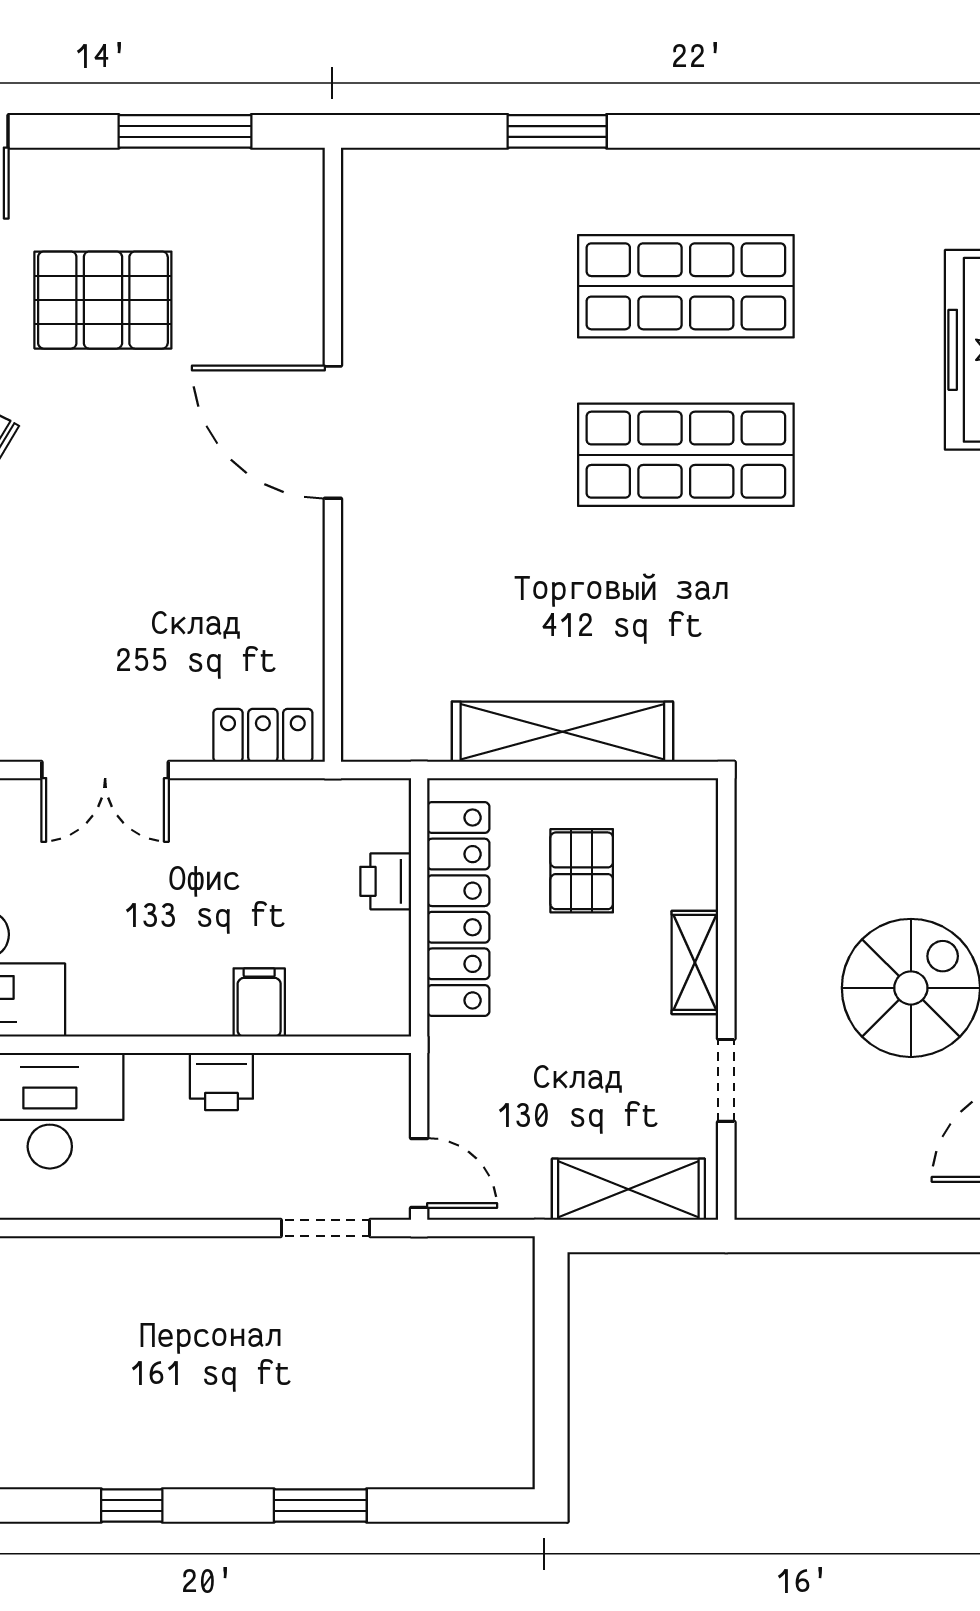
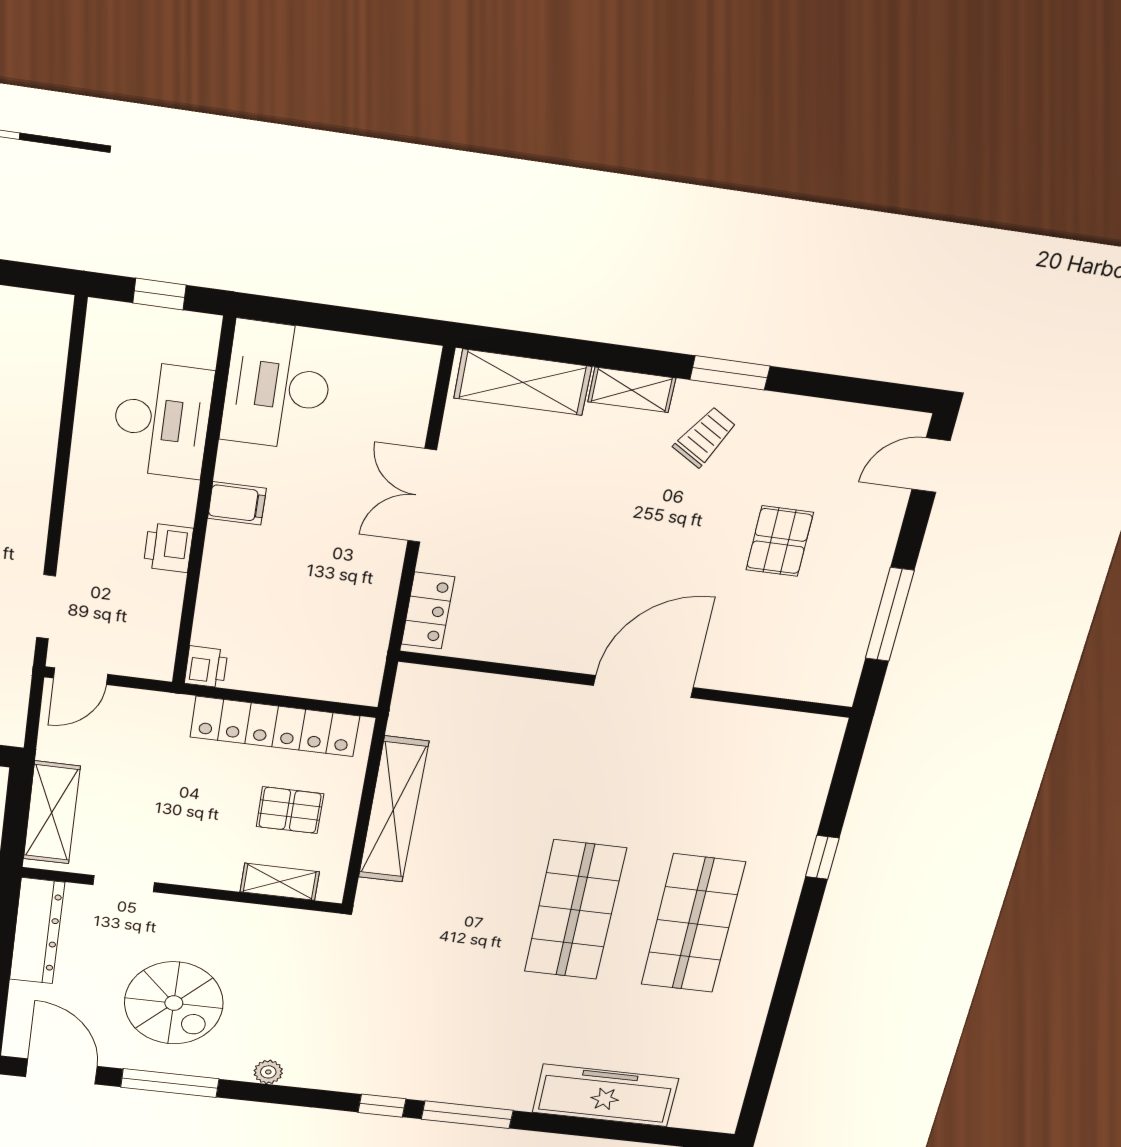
window: (557, 131) -> (822, 857), width x0.67
pallet: (103, 300) -> (780, 541), width x0.67, depth x0.71
printer: (386, 881) -> (206, 667), moved, turned 90
shelving: (695, 962) -> (280, 882), moved
filing cabinet: (259, 1002) -> (237, 503), moved
dresser: (818, 1190) -> (37, 931), added

